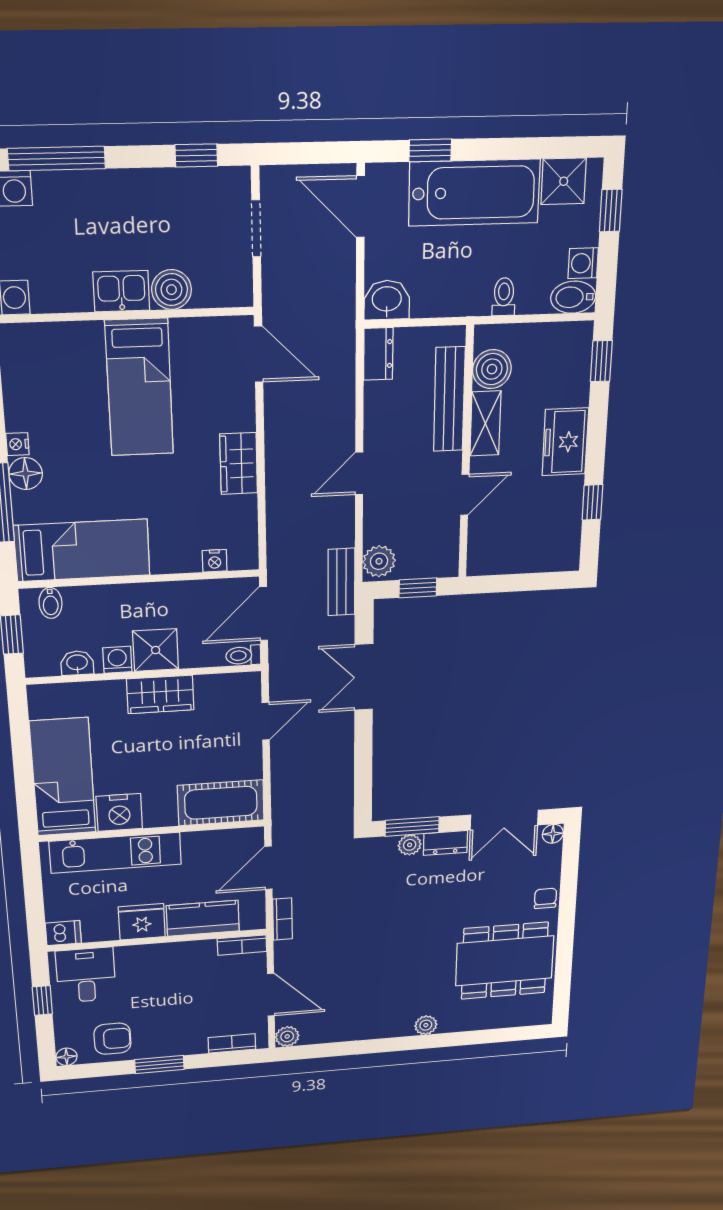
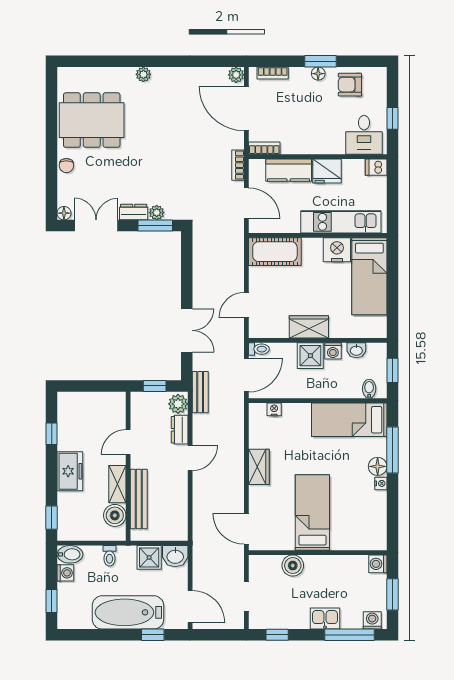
shower: (564, 181) -> (149, 557), moved
kitchen sink: (121, 291) -> (325, 619), moved, turned 180
dresser: (378, 354) -> (180, 430), moved
door: (268, 868) -> (246, 203), hinge flipped
door: (271, 995) -> (246, 108), width x1.36
floor lamp: (67, 1057) -> (318, 74), moved

